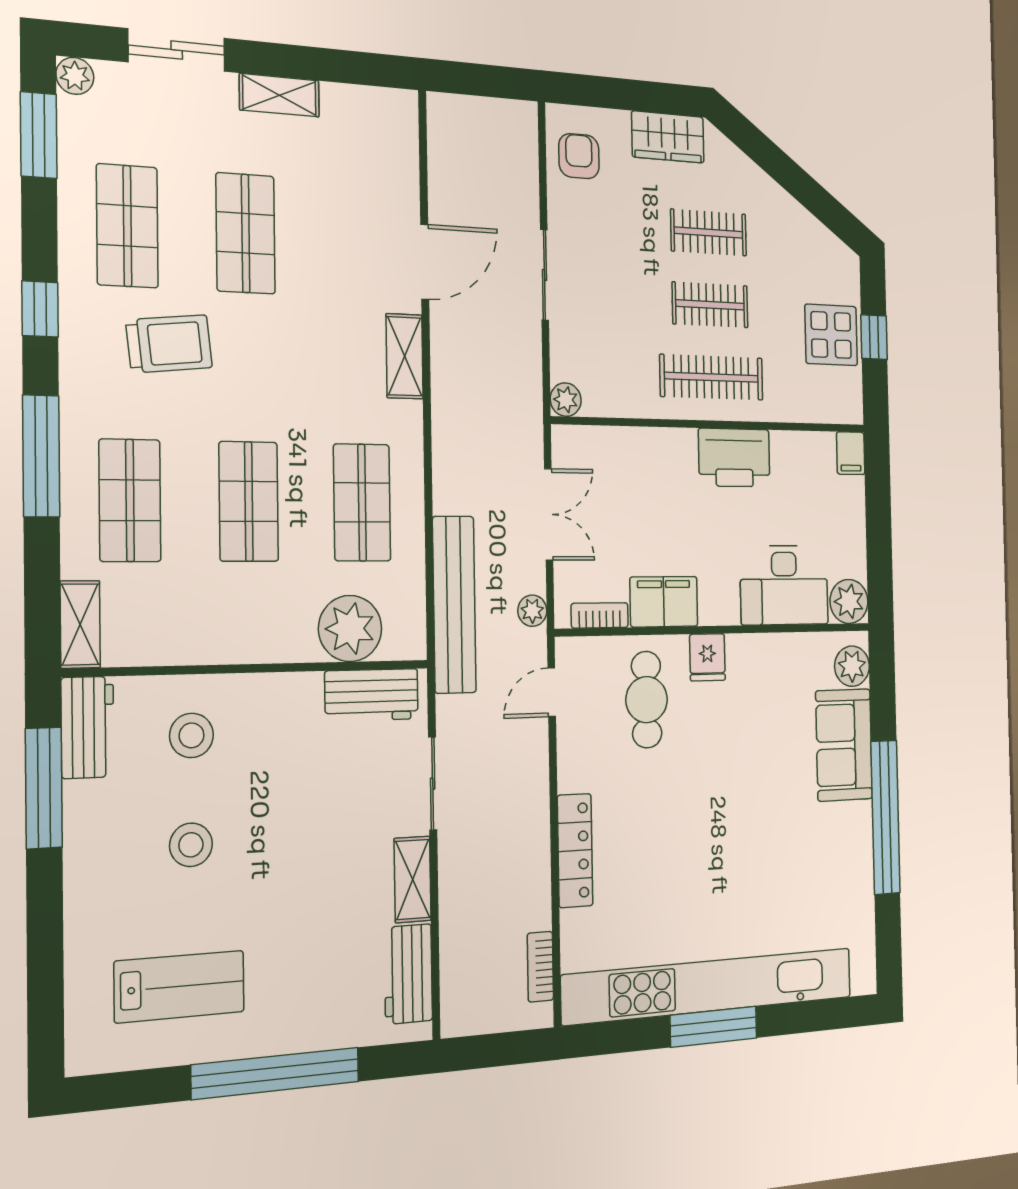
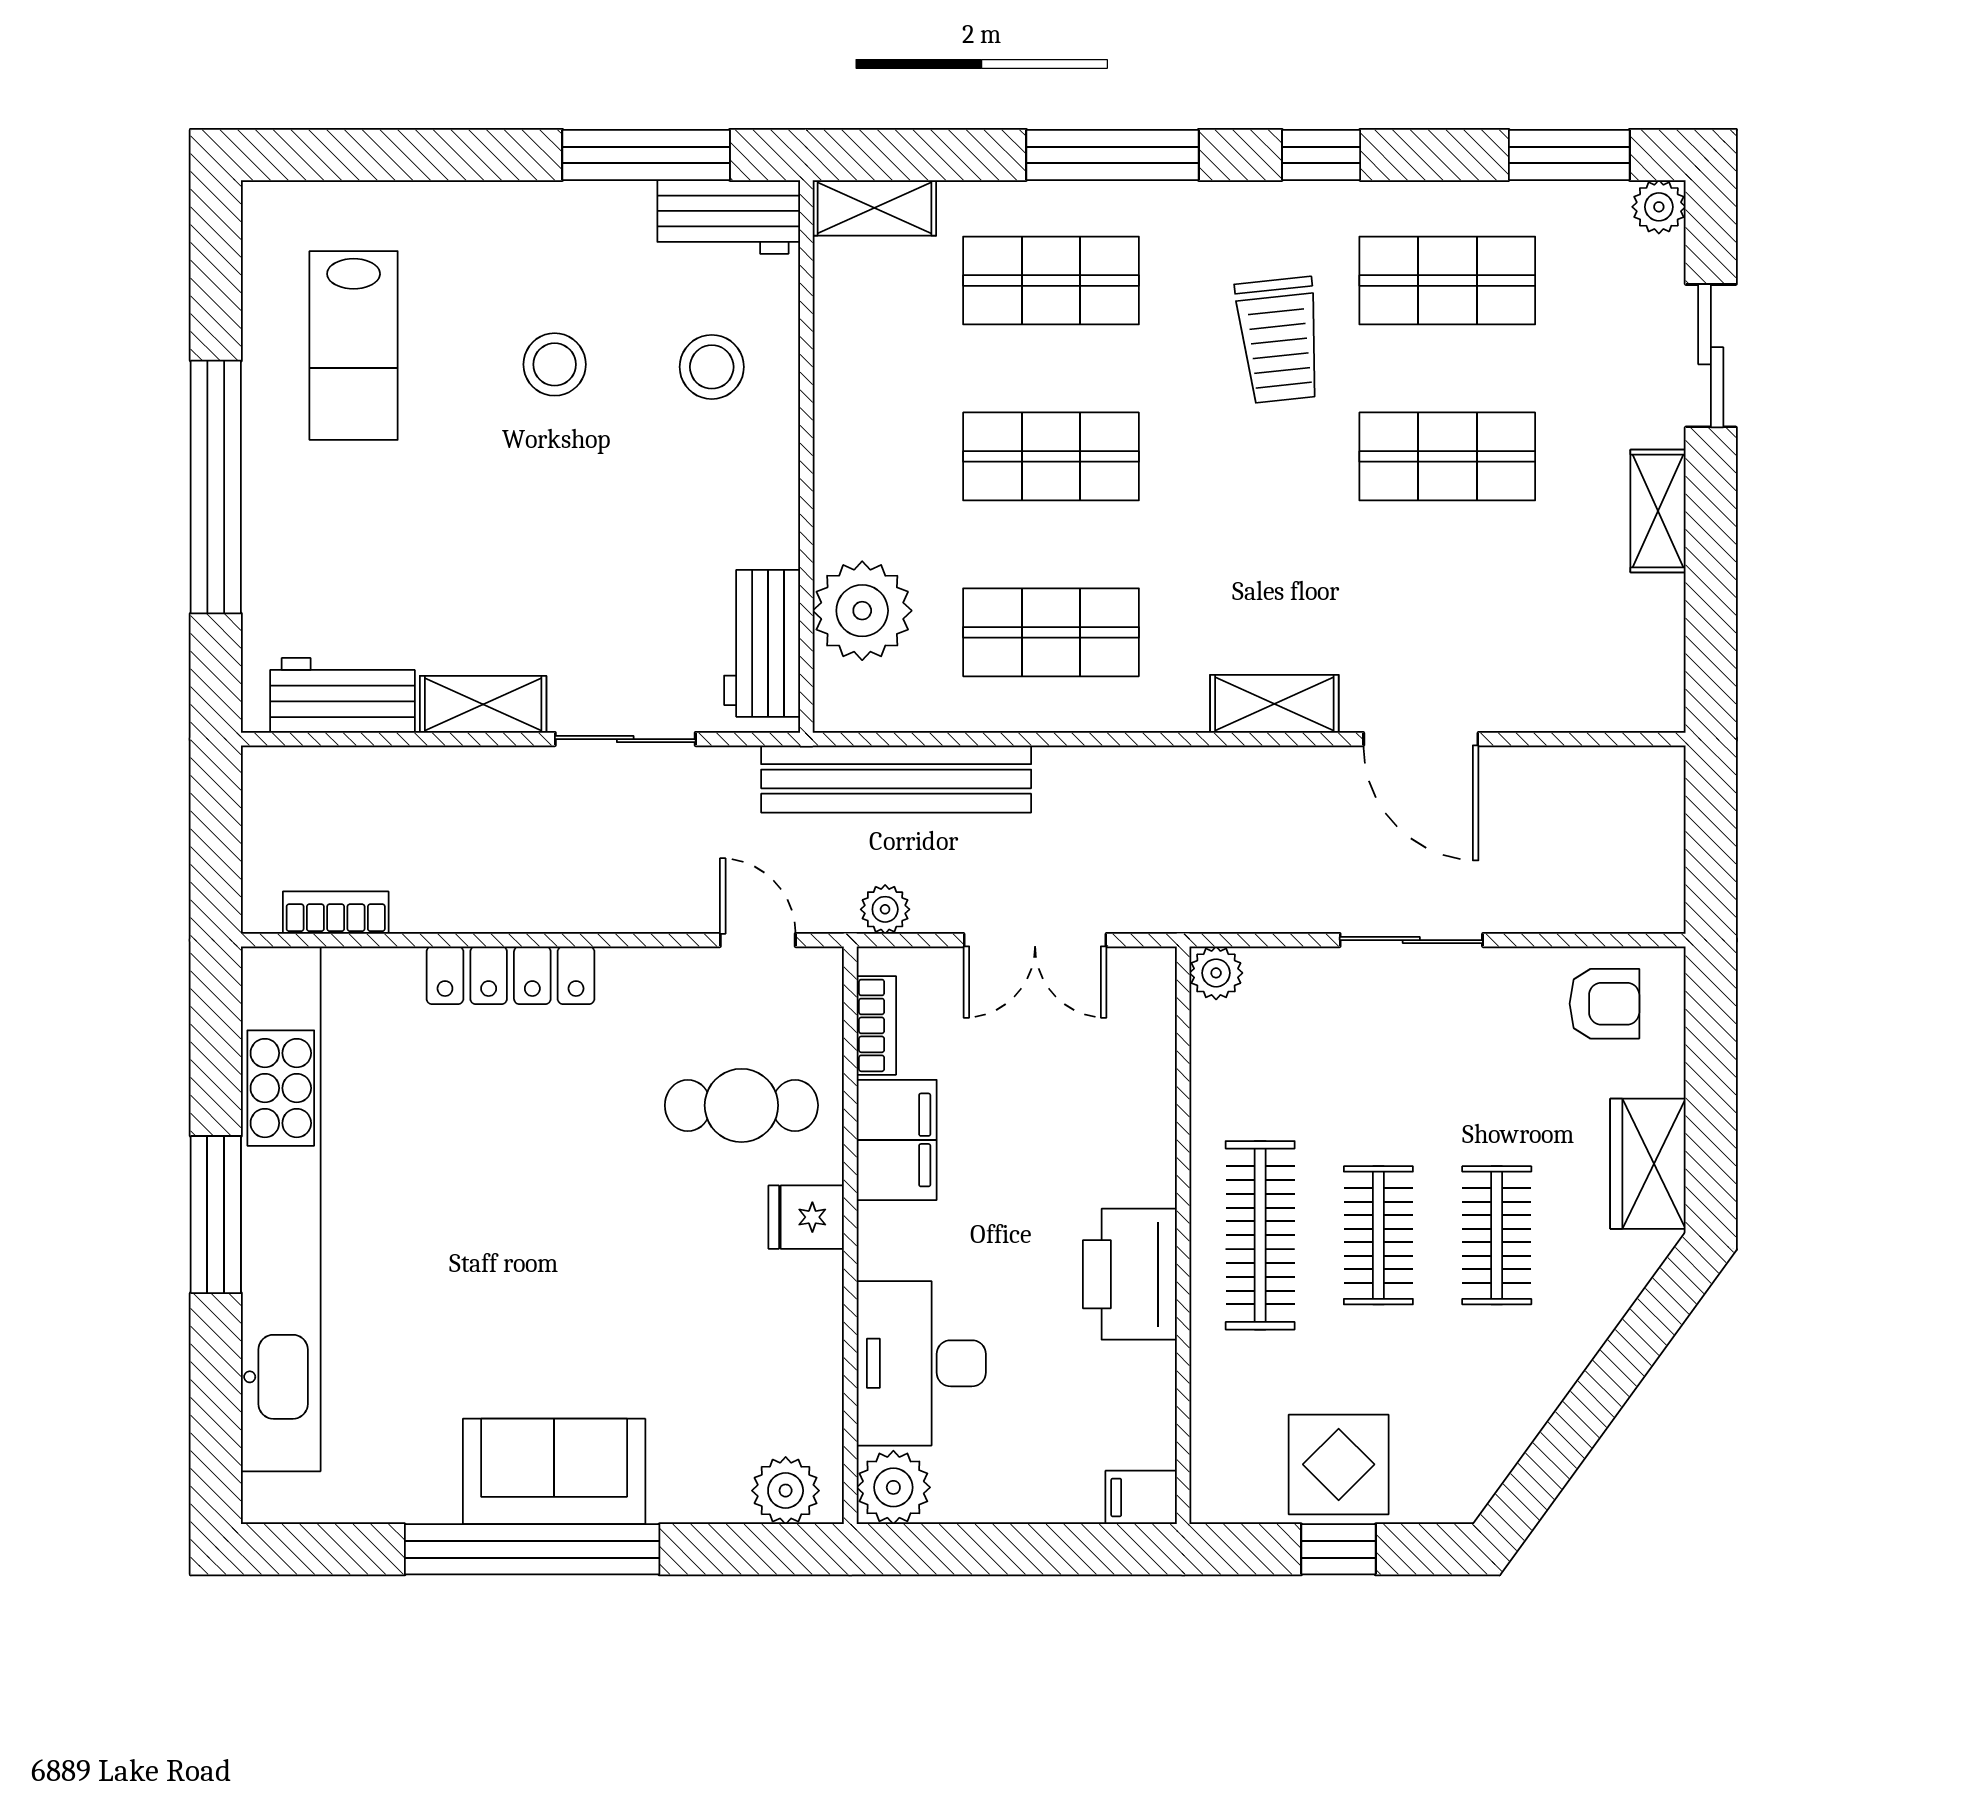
sofa: (844, 745) -> (554, 1471), moved

